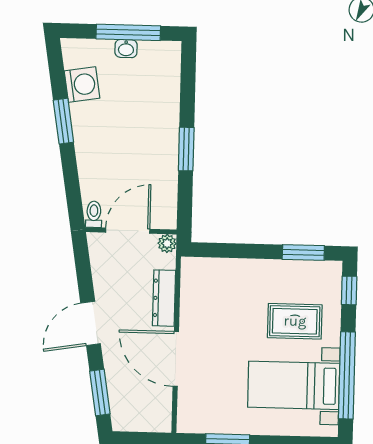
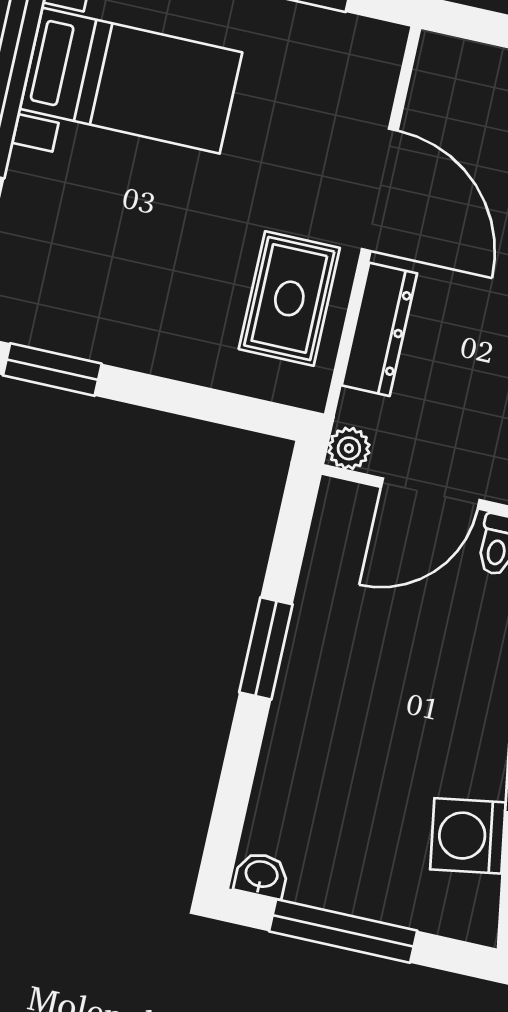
washbasin: (126, 49) -> (261, 875), moved
rug: (295, 321) -> (289, 298), moved, turned 90

